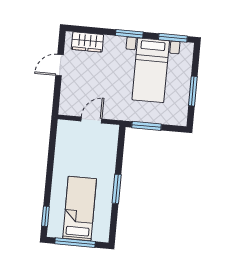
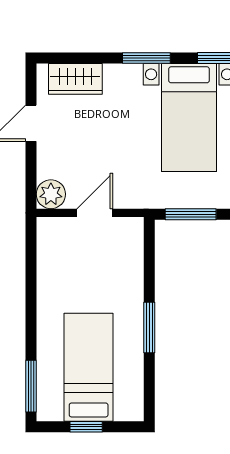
plant: (67, 107) -> (51, 194), added
window: (45, 216) -> (31, 386), width x1.50
window: (75, 243) -> (86, 427), width x0.46

